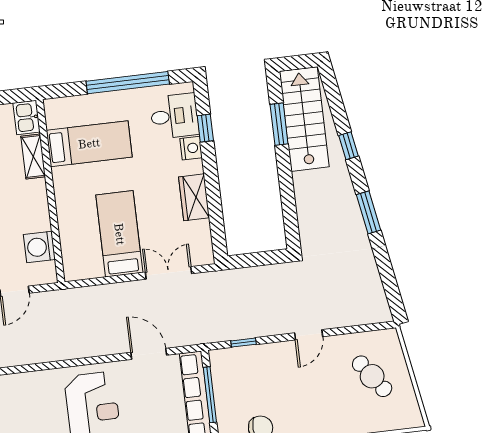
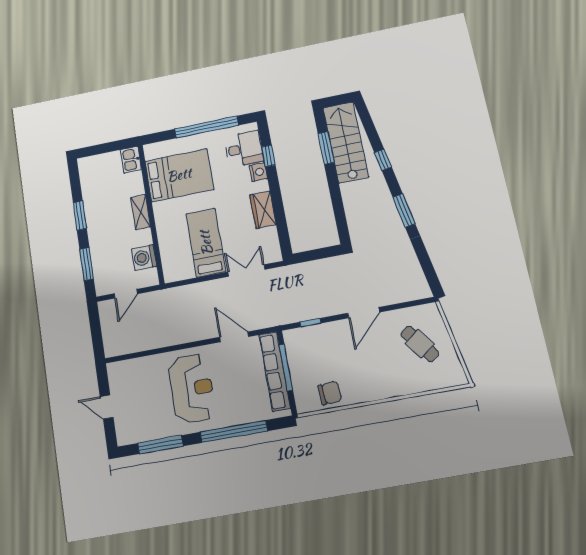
bed: (89, 144) -> (179, 175), width x1.50
shelving: (33, 156) -> (140, 212), moved
door: (309, 335) -> (364, 313), width x1.38

